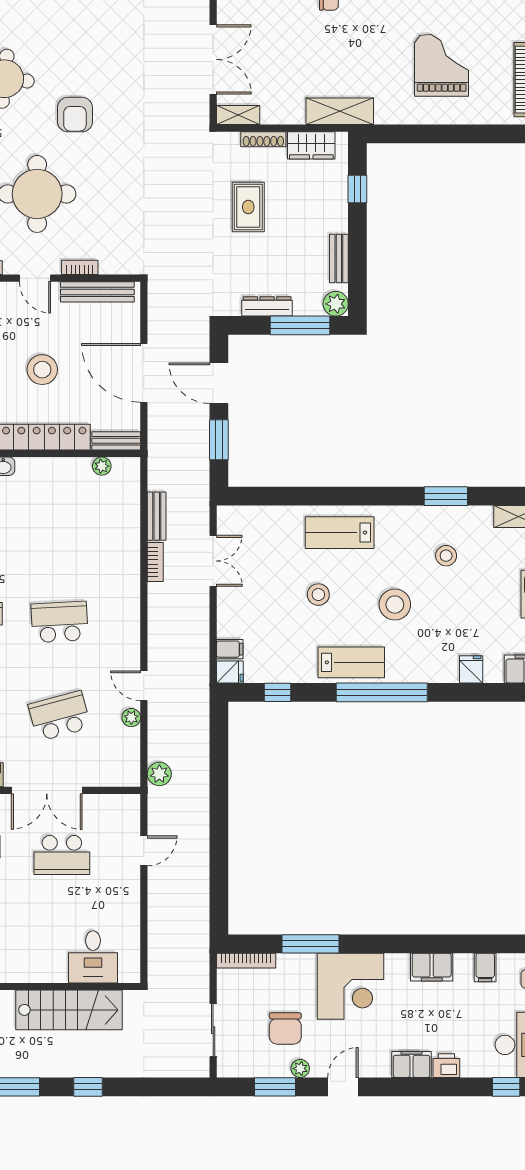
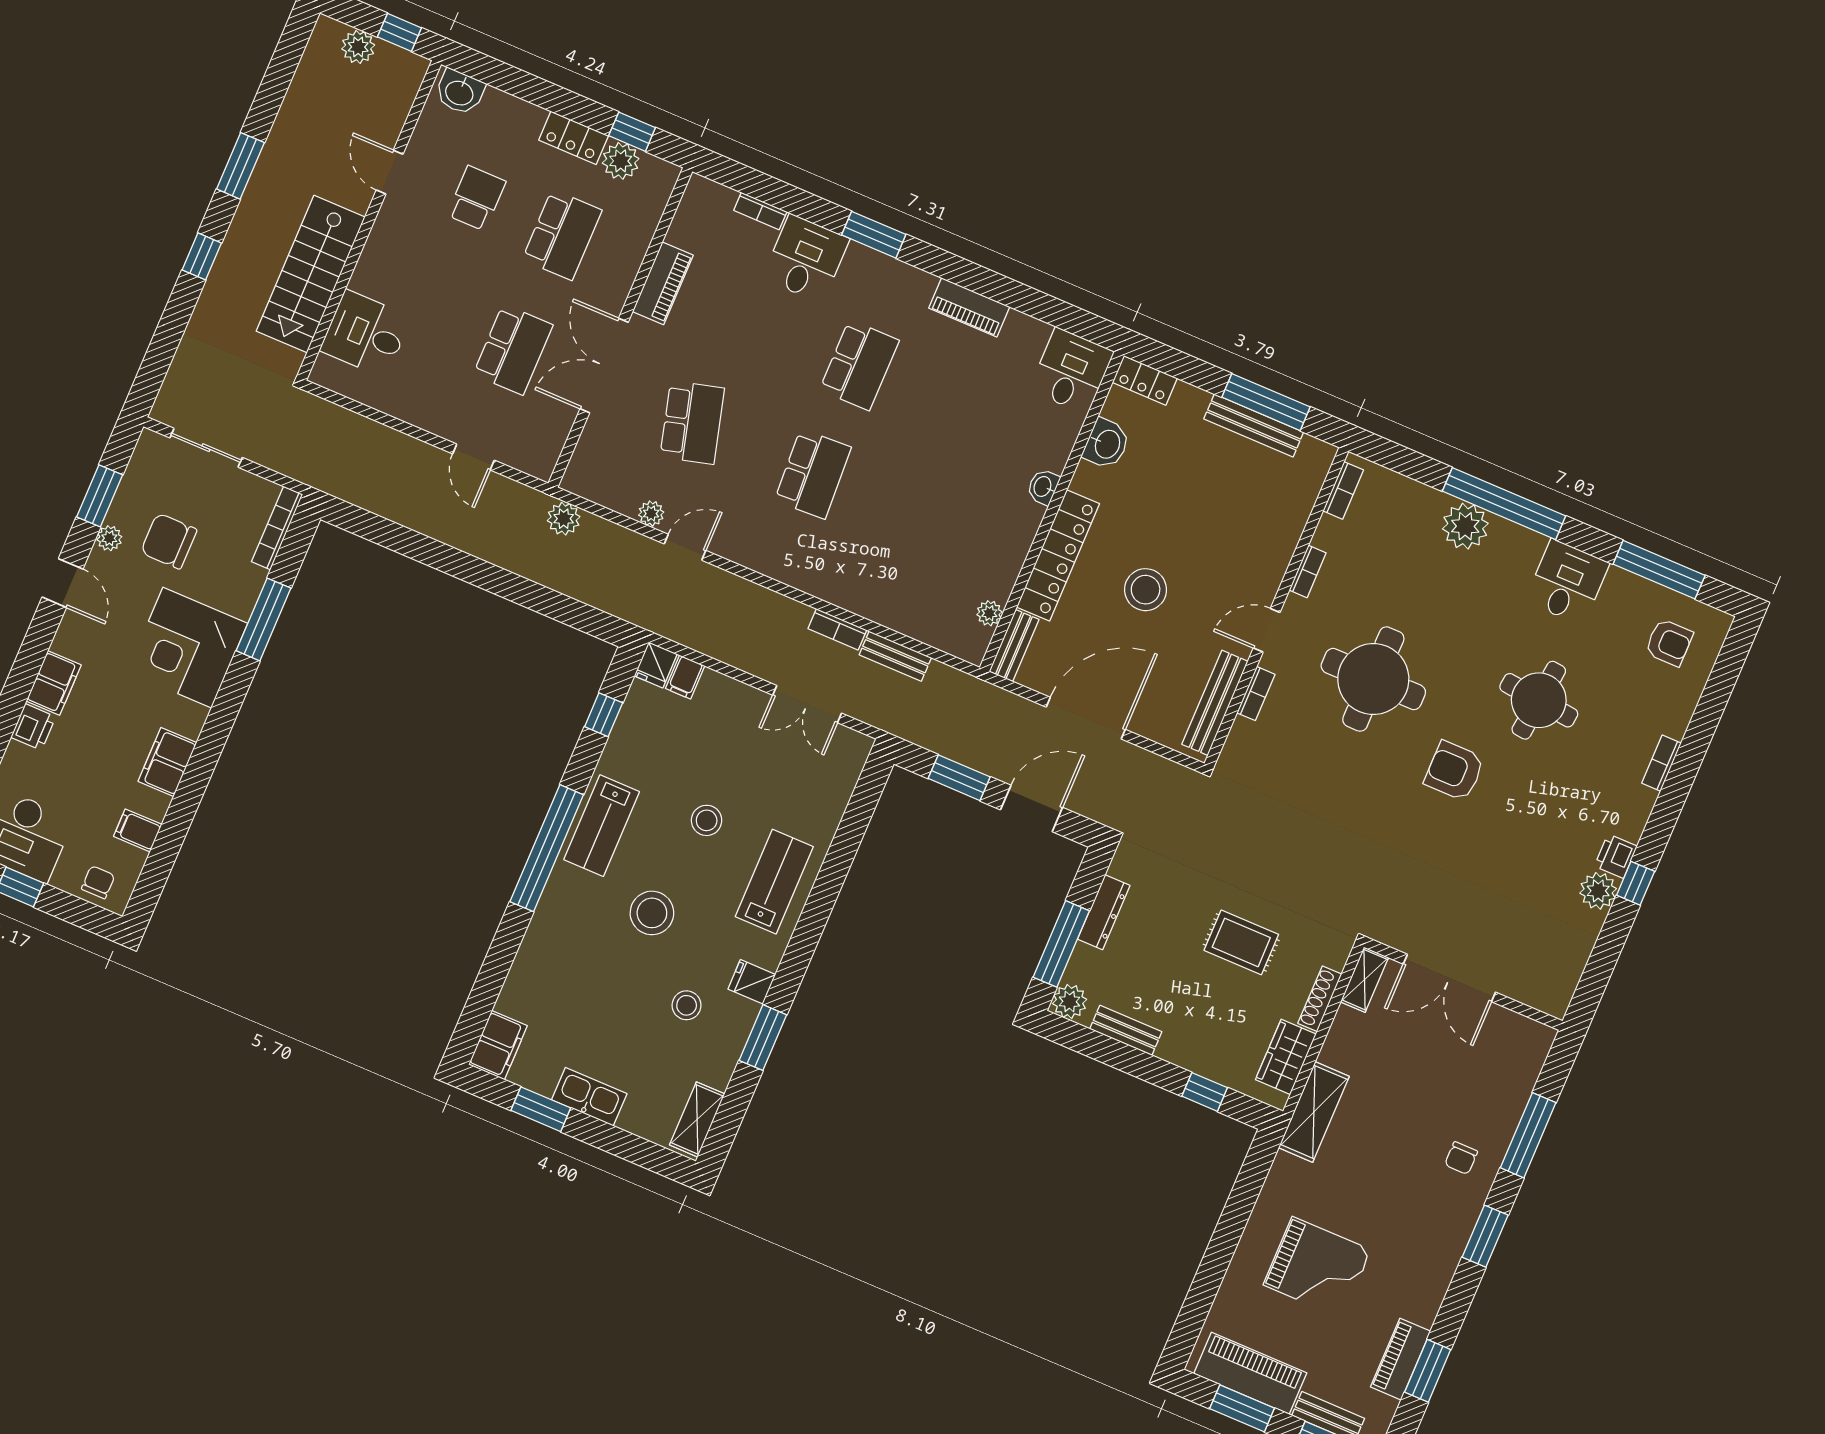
fridge: (471, 669) -> (752, 982), moved, turned 180
school desk: (62, 855) -> (513, 350), turned 180

